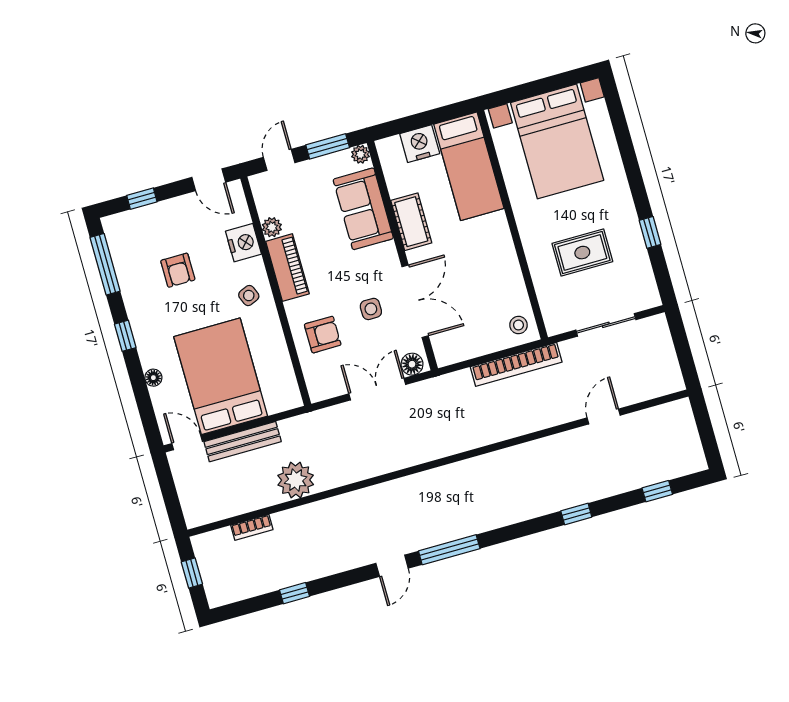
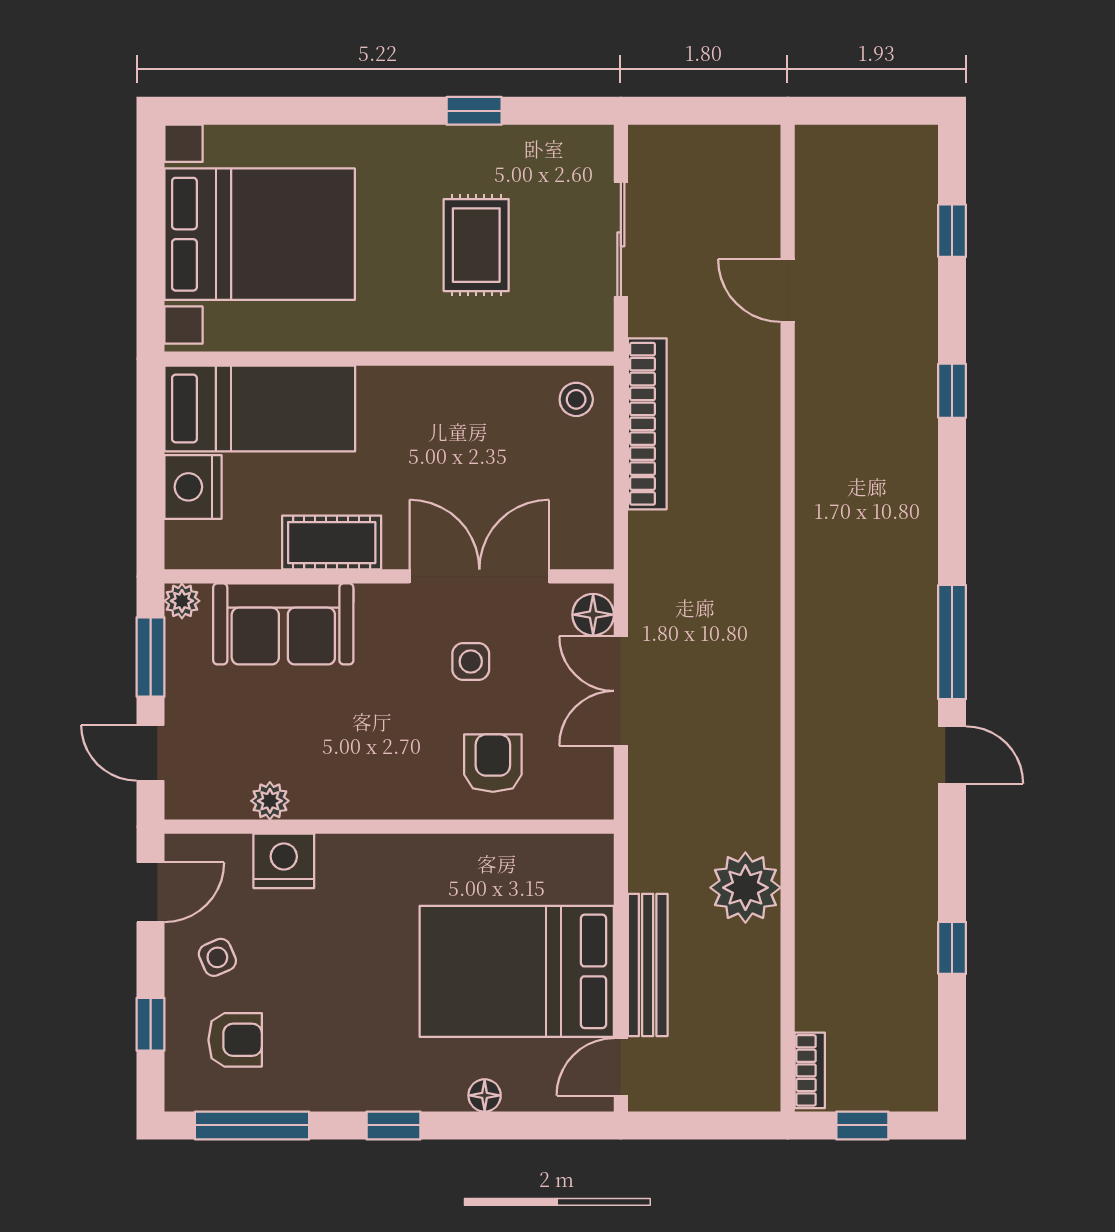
piano: (287, 268) -> (352, 793), removed
armchair: (178, 270) -> (235, 1040), moved
side table: (249, 296) -> (217, 957), moved
bookcase: (252, 527) -> (810, 1070), moved

